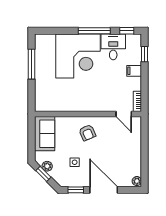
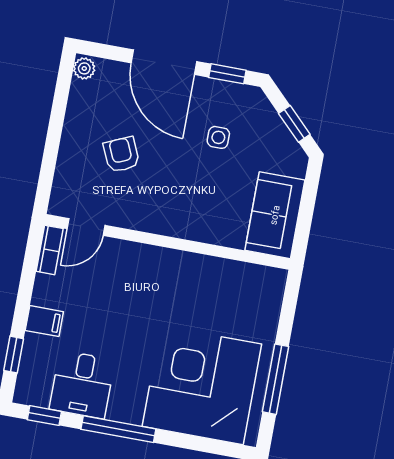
corner desk: (78, 56) -> (202, 385), moved
door: (124, 114) -> (86, 227), swing flipped
armchair: (87, 133) -> (121, 155), moved
plant: (47, 166) -> (283, 140), removed

